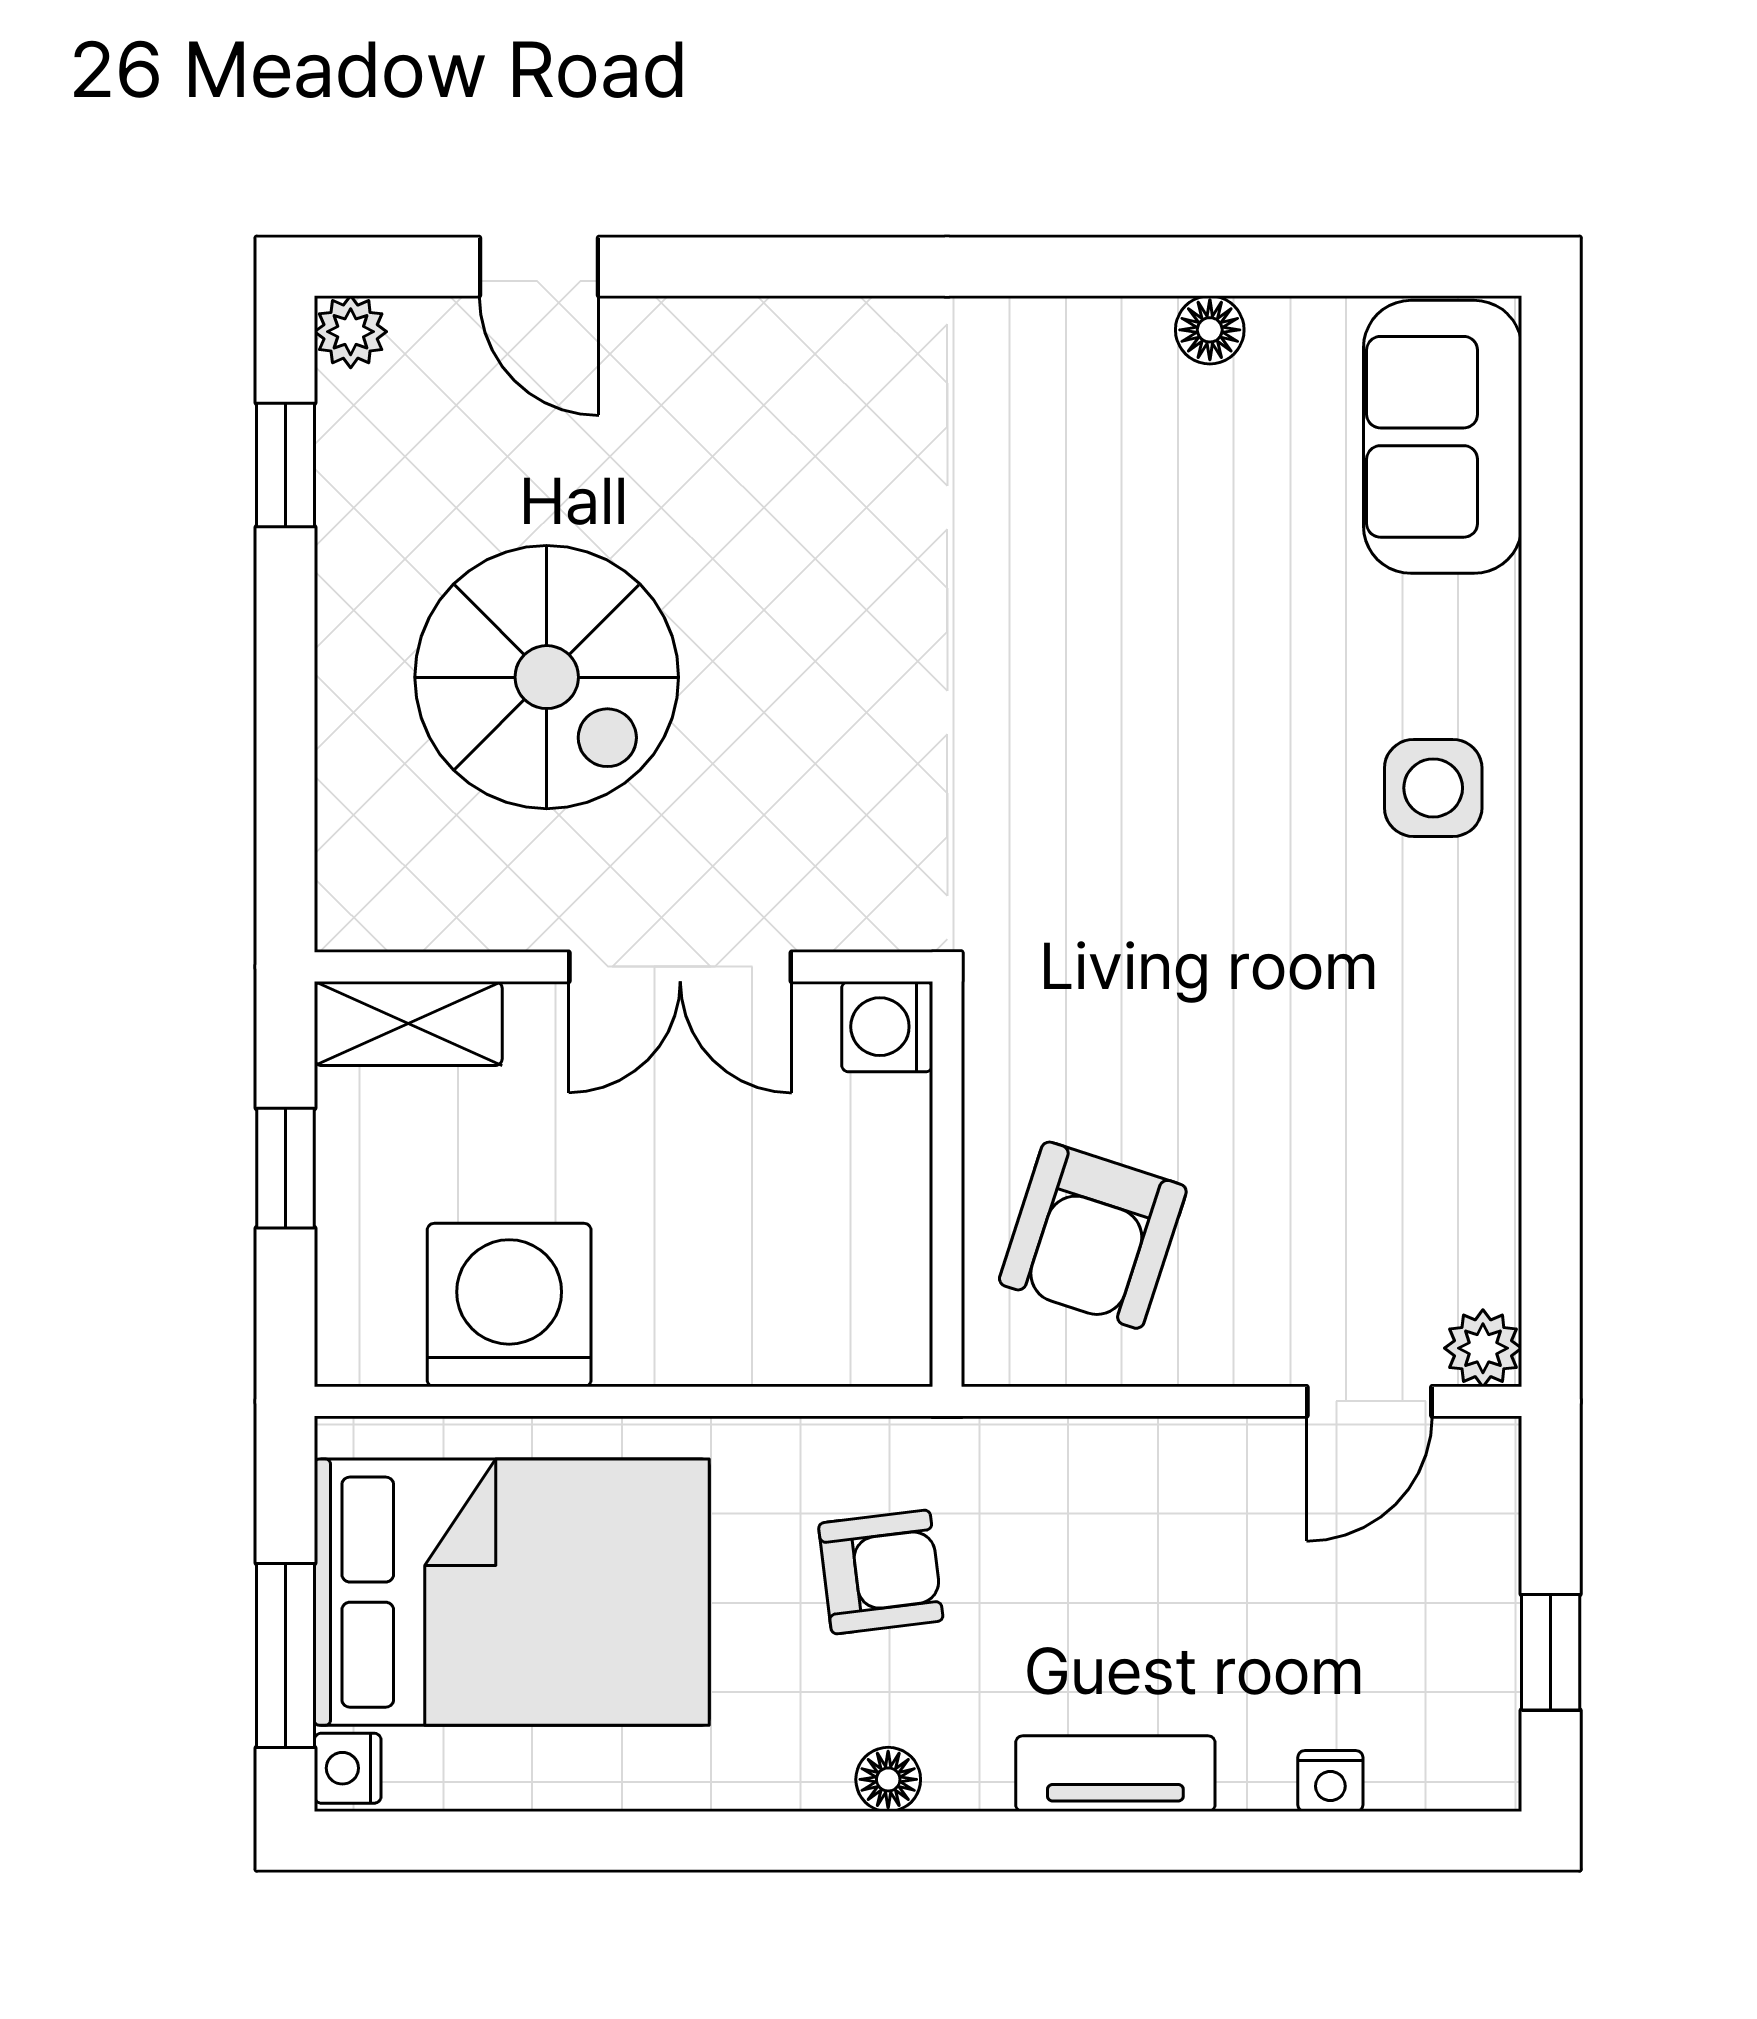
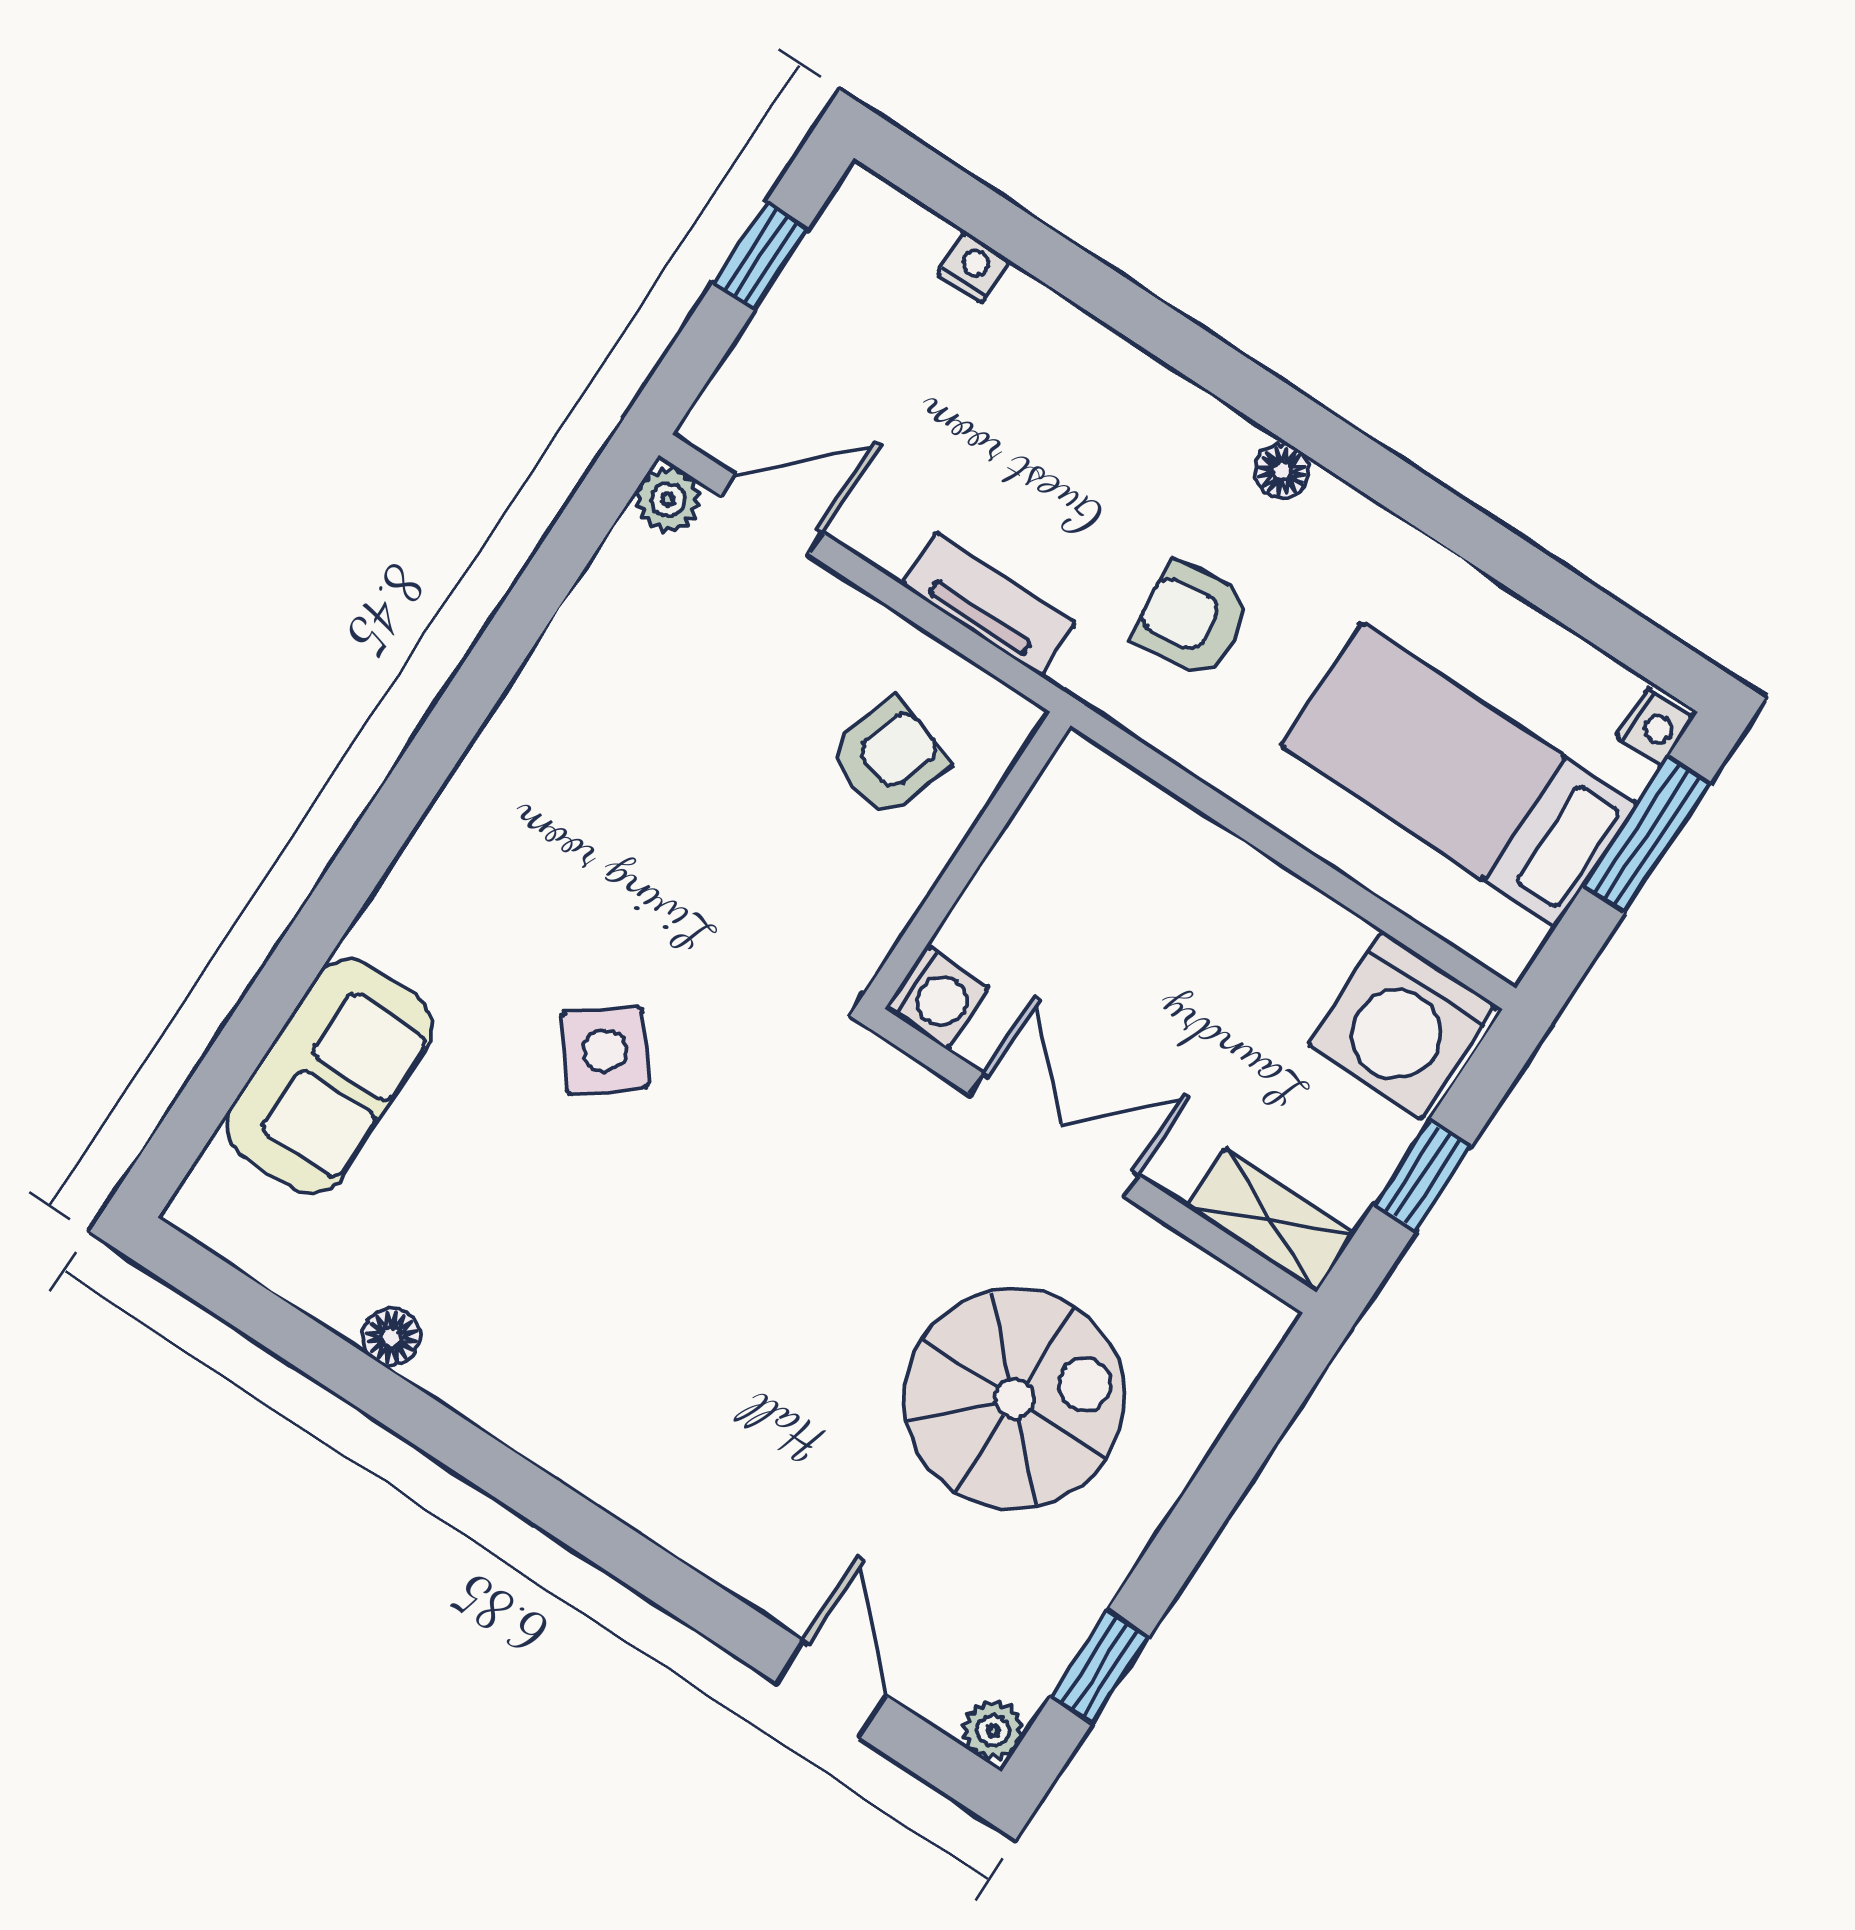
sofa: (1443, 437) -> (329, 1076), moved
spiral stairs: (547, 677) -> (1014, 1399), turned 90
side table: (1433, 788) -> (605, 1050), moved, turned -38
armchair: (1093, 1235) -> (889, 758), width x0.72, depth x0.72
washing machine: (509, 1305) -> (1402, 1025), moved
bed: (512, 1592) -> (1459, 775), width x0.67
tv unit: (1115, 1774) -> (989, 604), moved, turned 180

